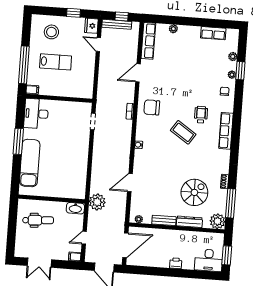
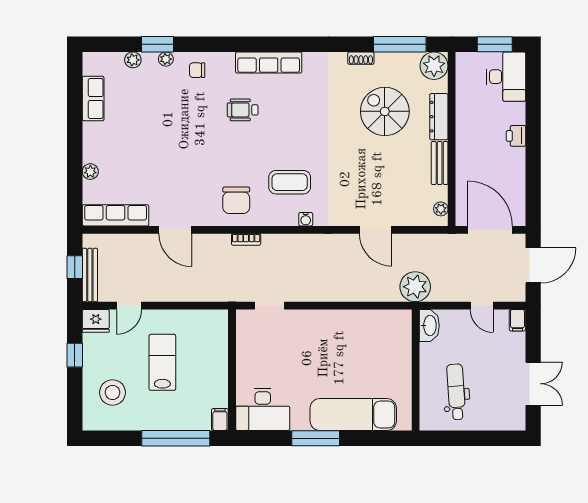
lab bench: (56, 62) -> (162, 362), moved
coffee table: (183, 132) -> (290, 182), moved, turned 56

